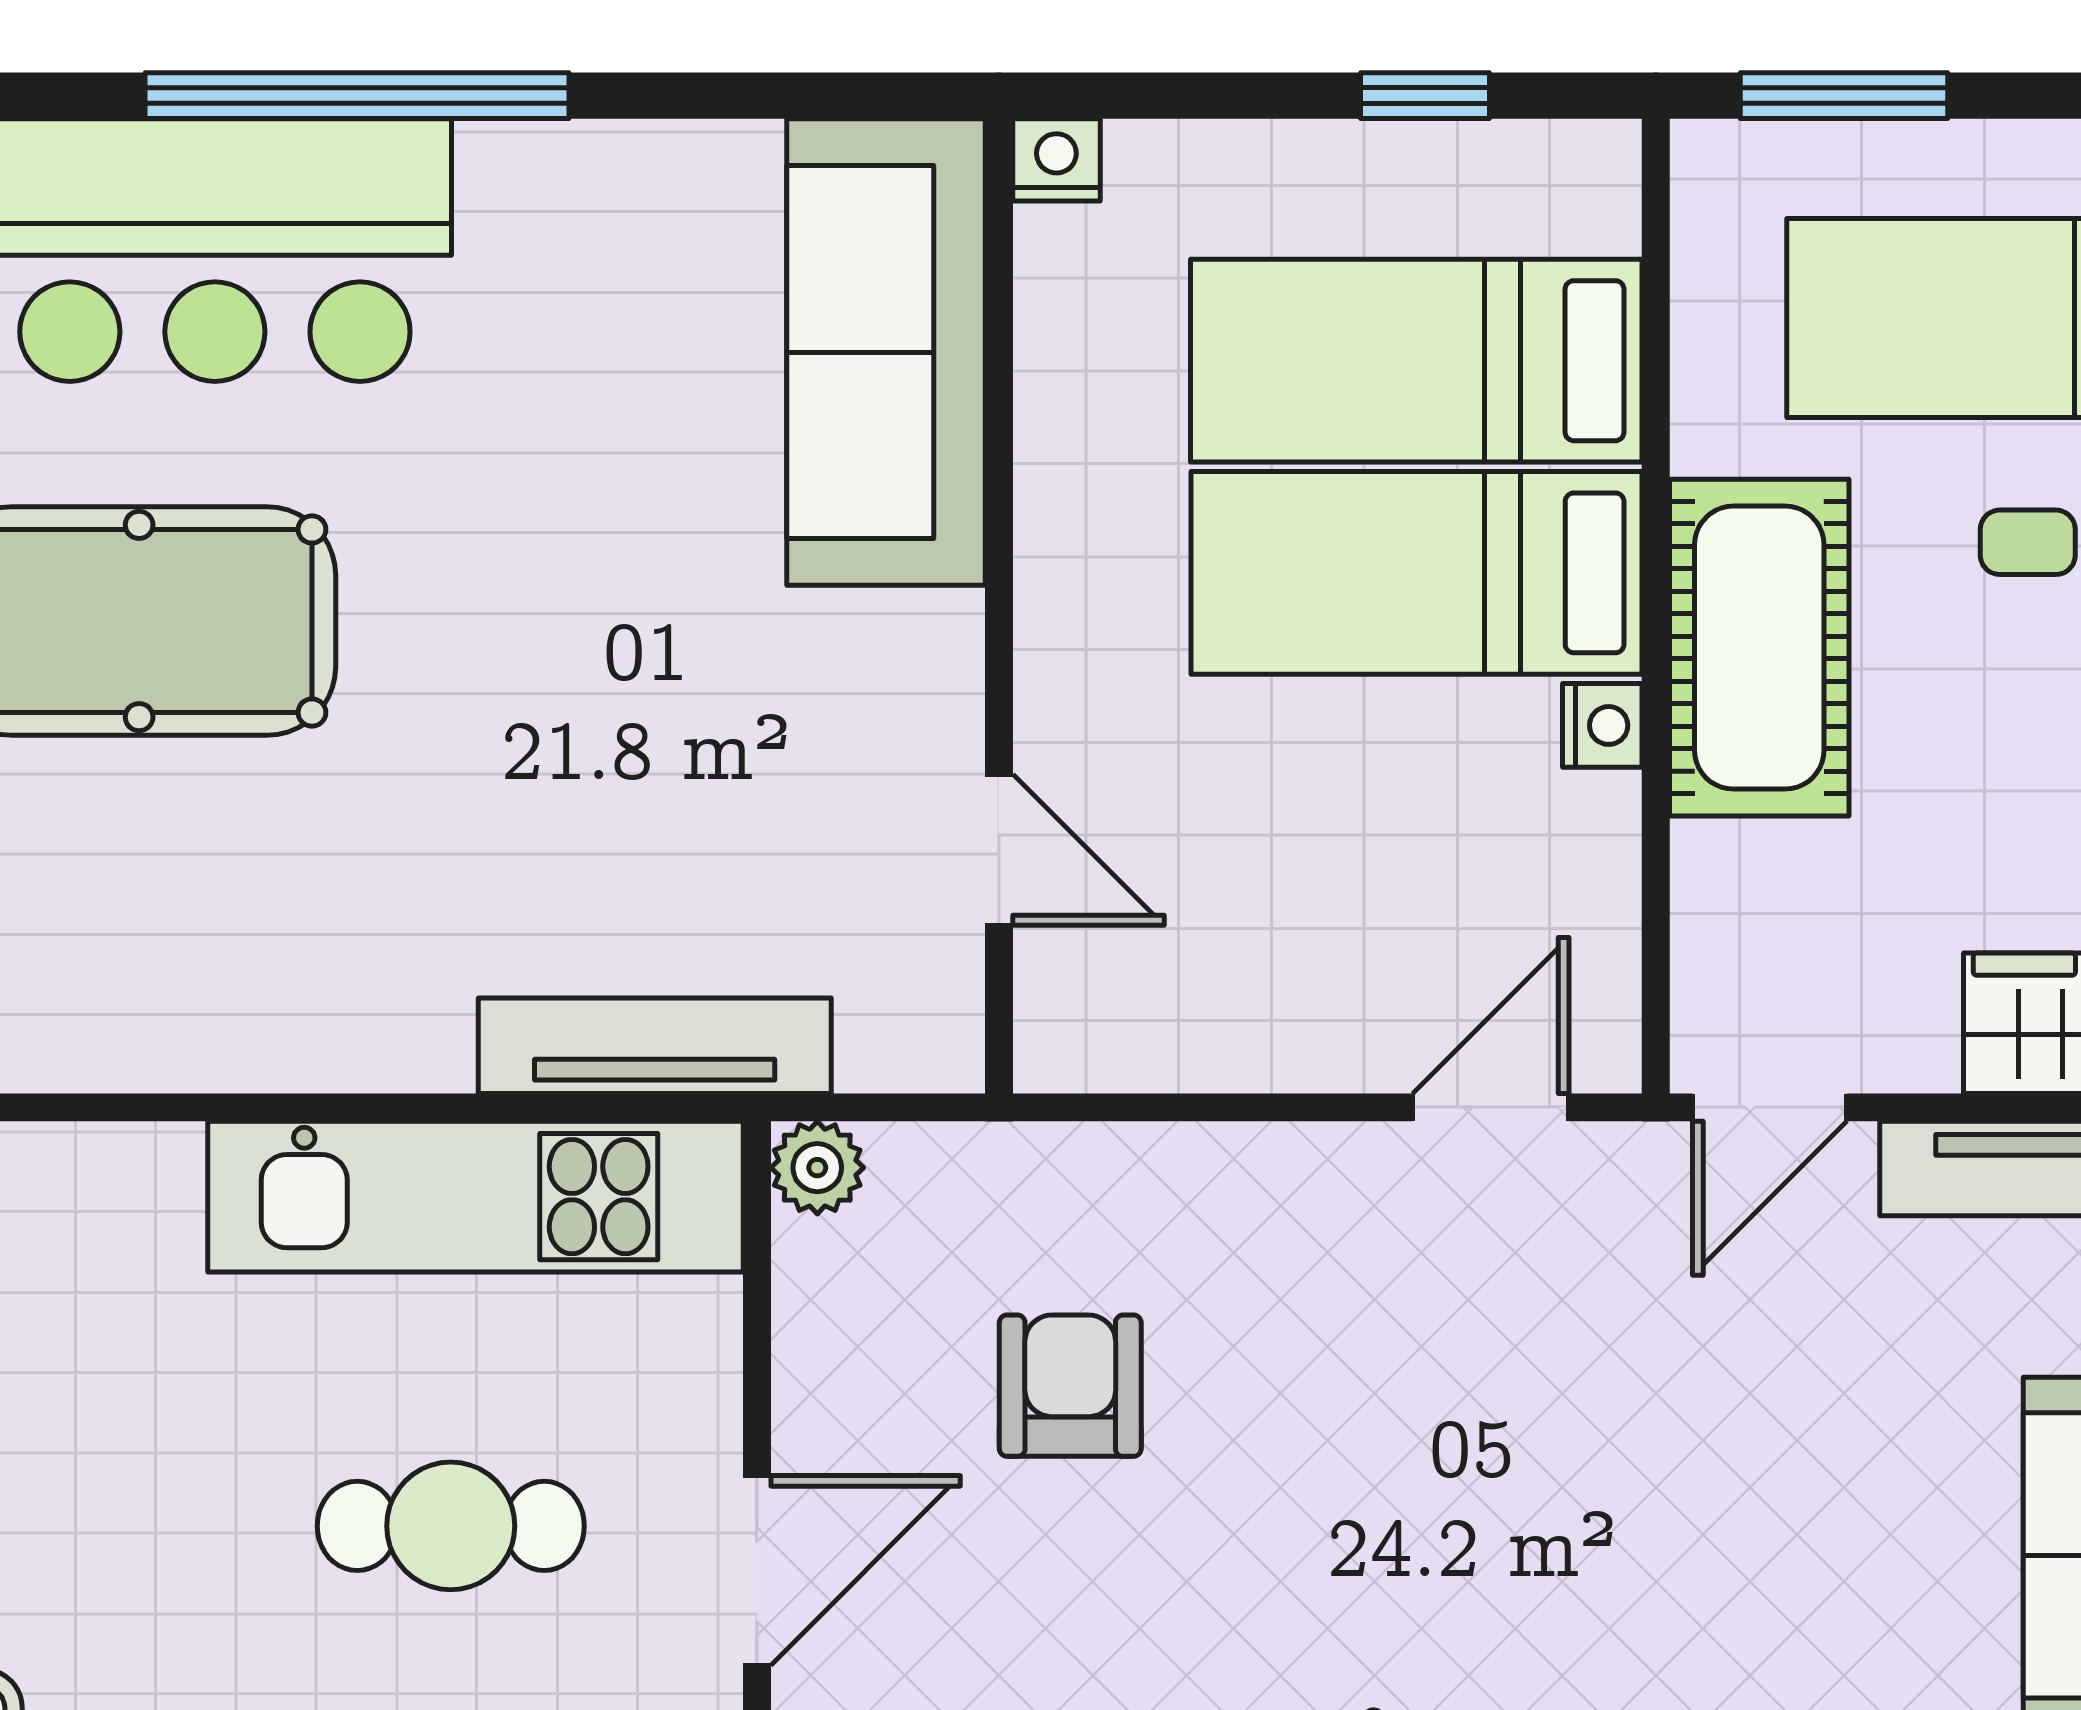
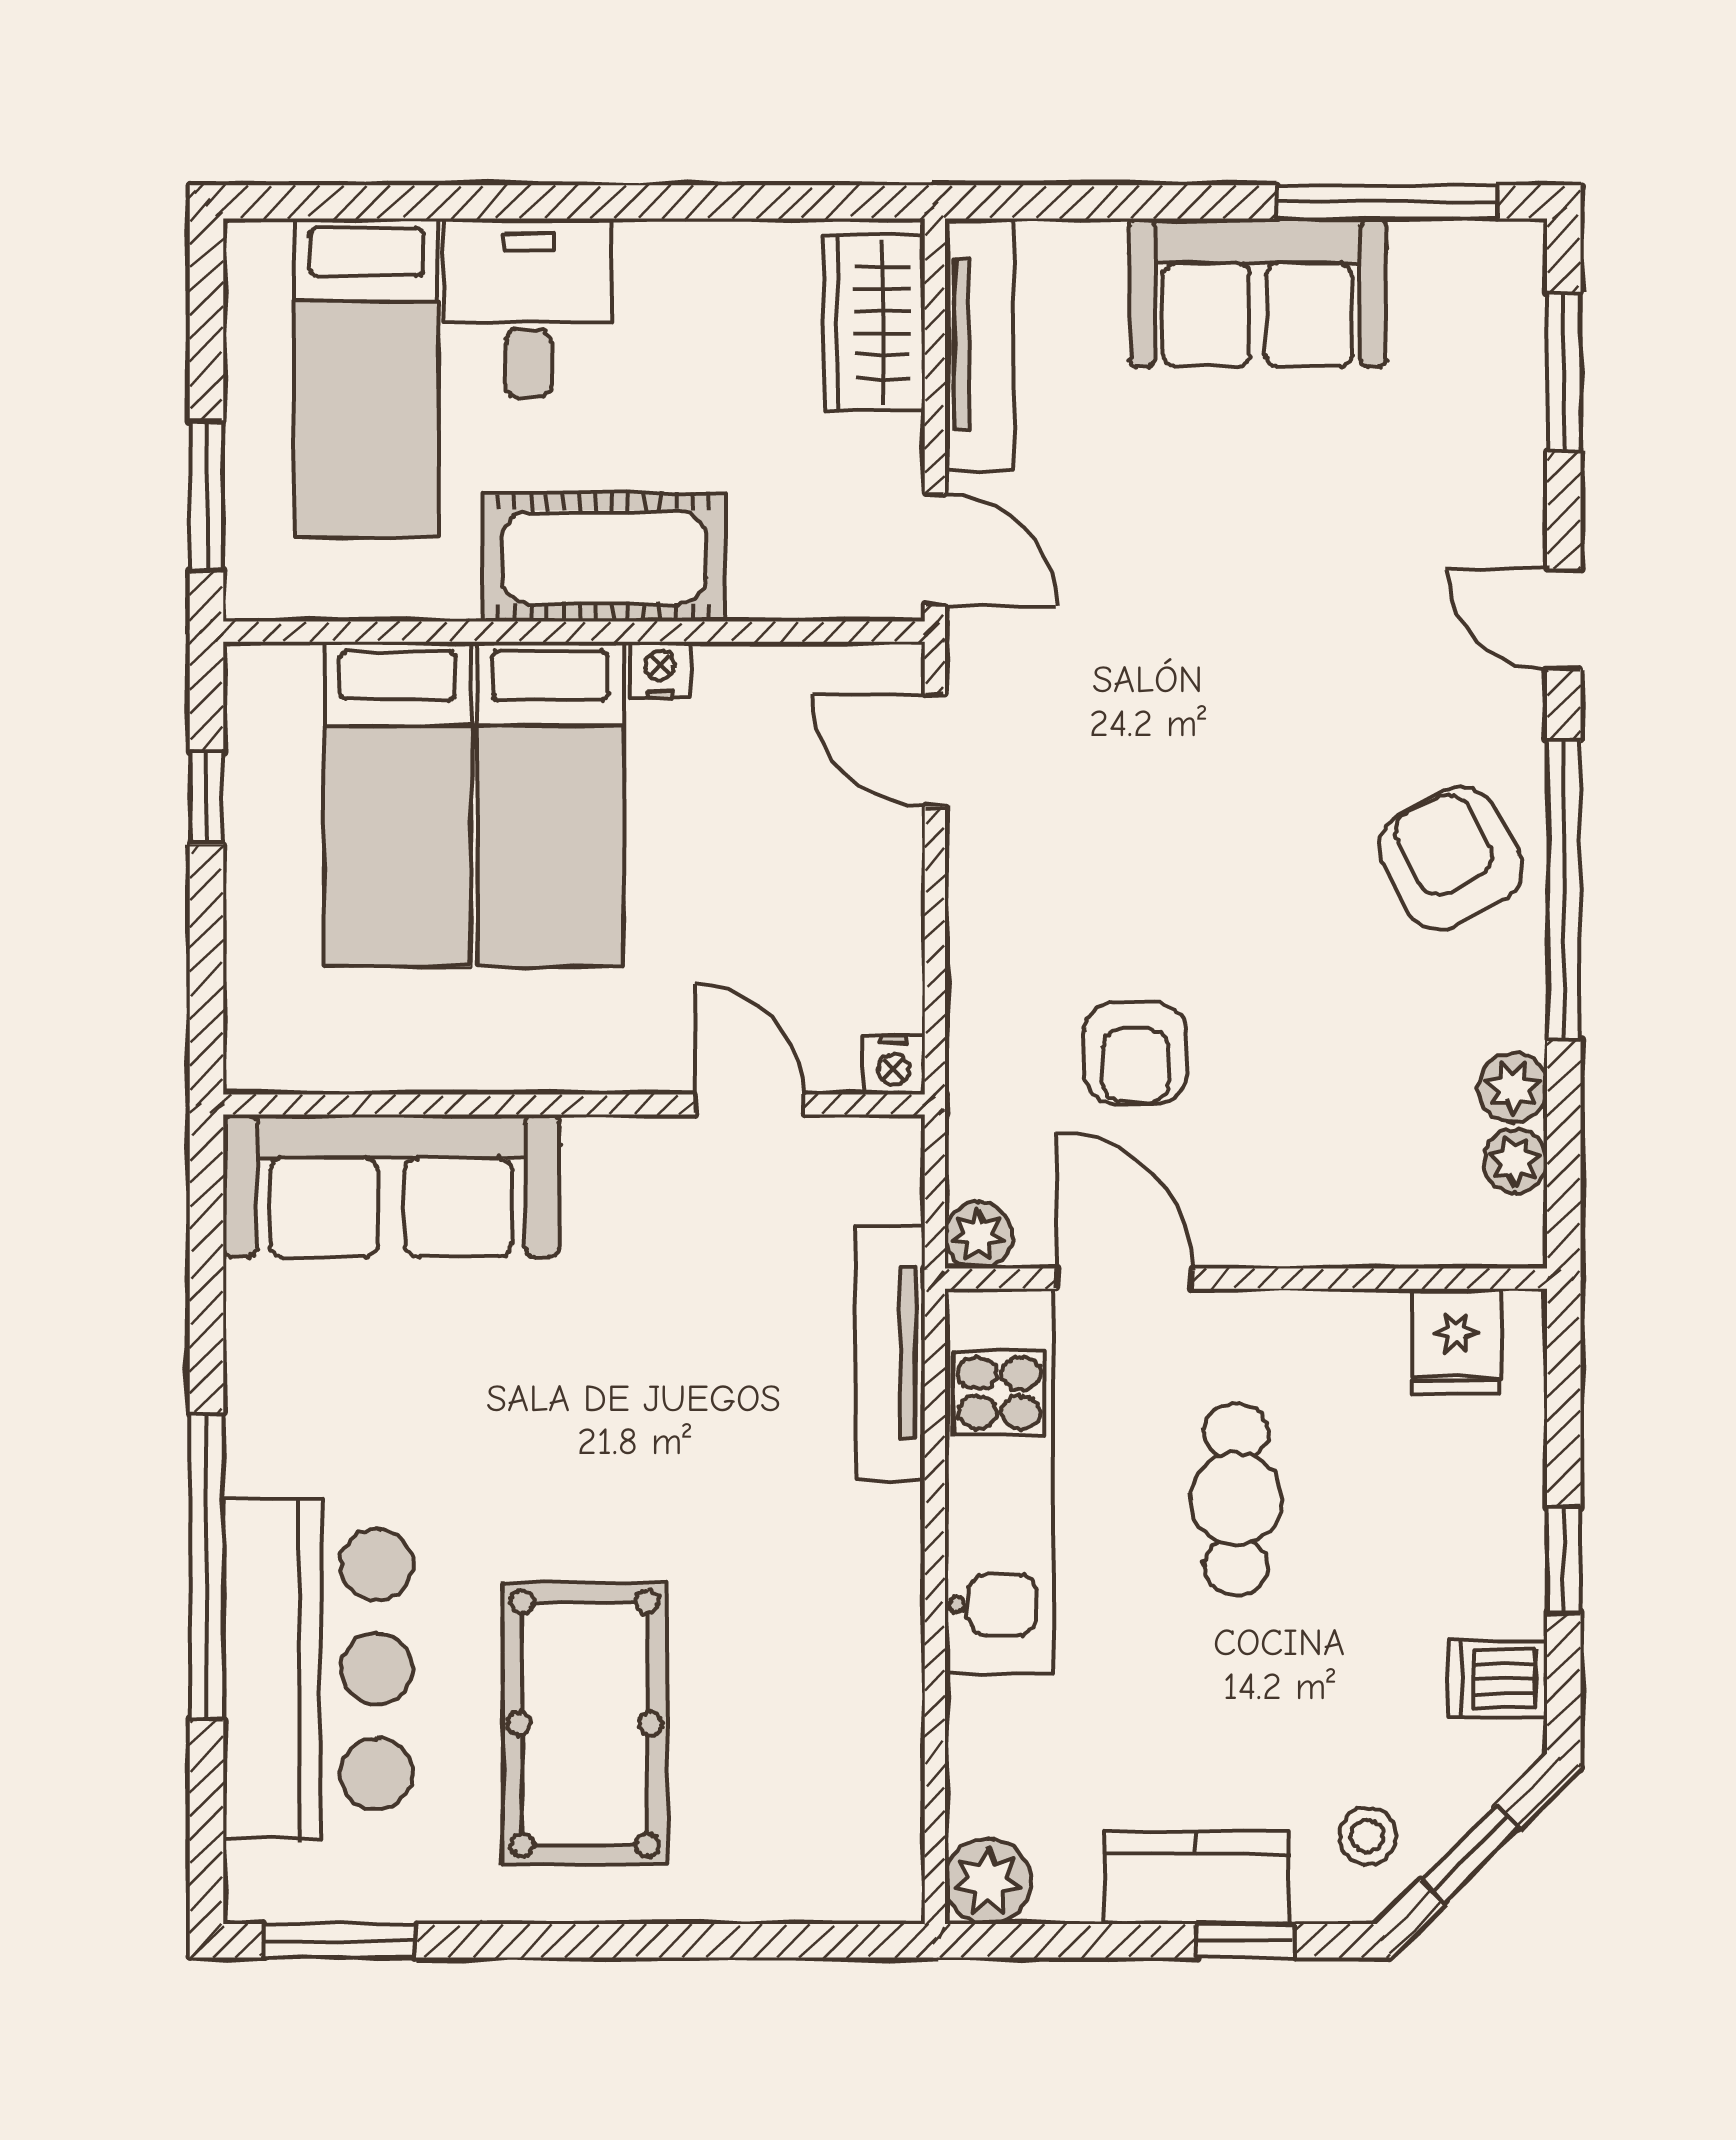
nightstand: (1056, 160) -> (894, 1065), moved, turned -90
door: (999, 850) -> (750, 1104), hinge flipped
armchair: (1070, 1386) -> (1135, 1053), turned -90
door: (757, 1571) -> (1124, 1279), moved

